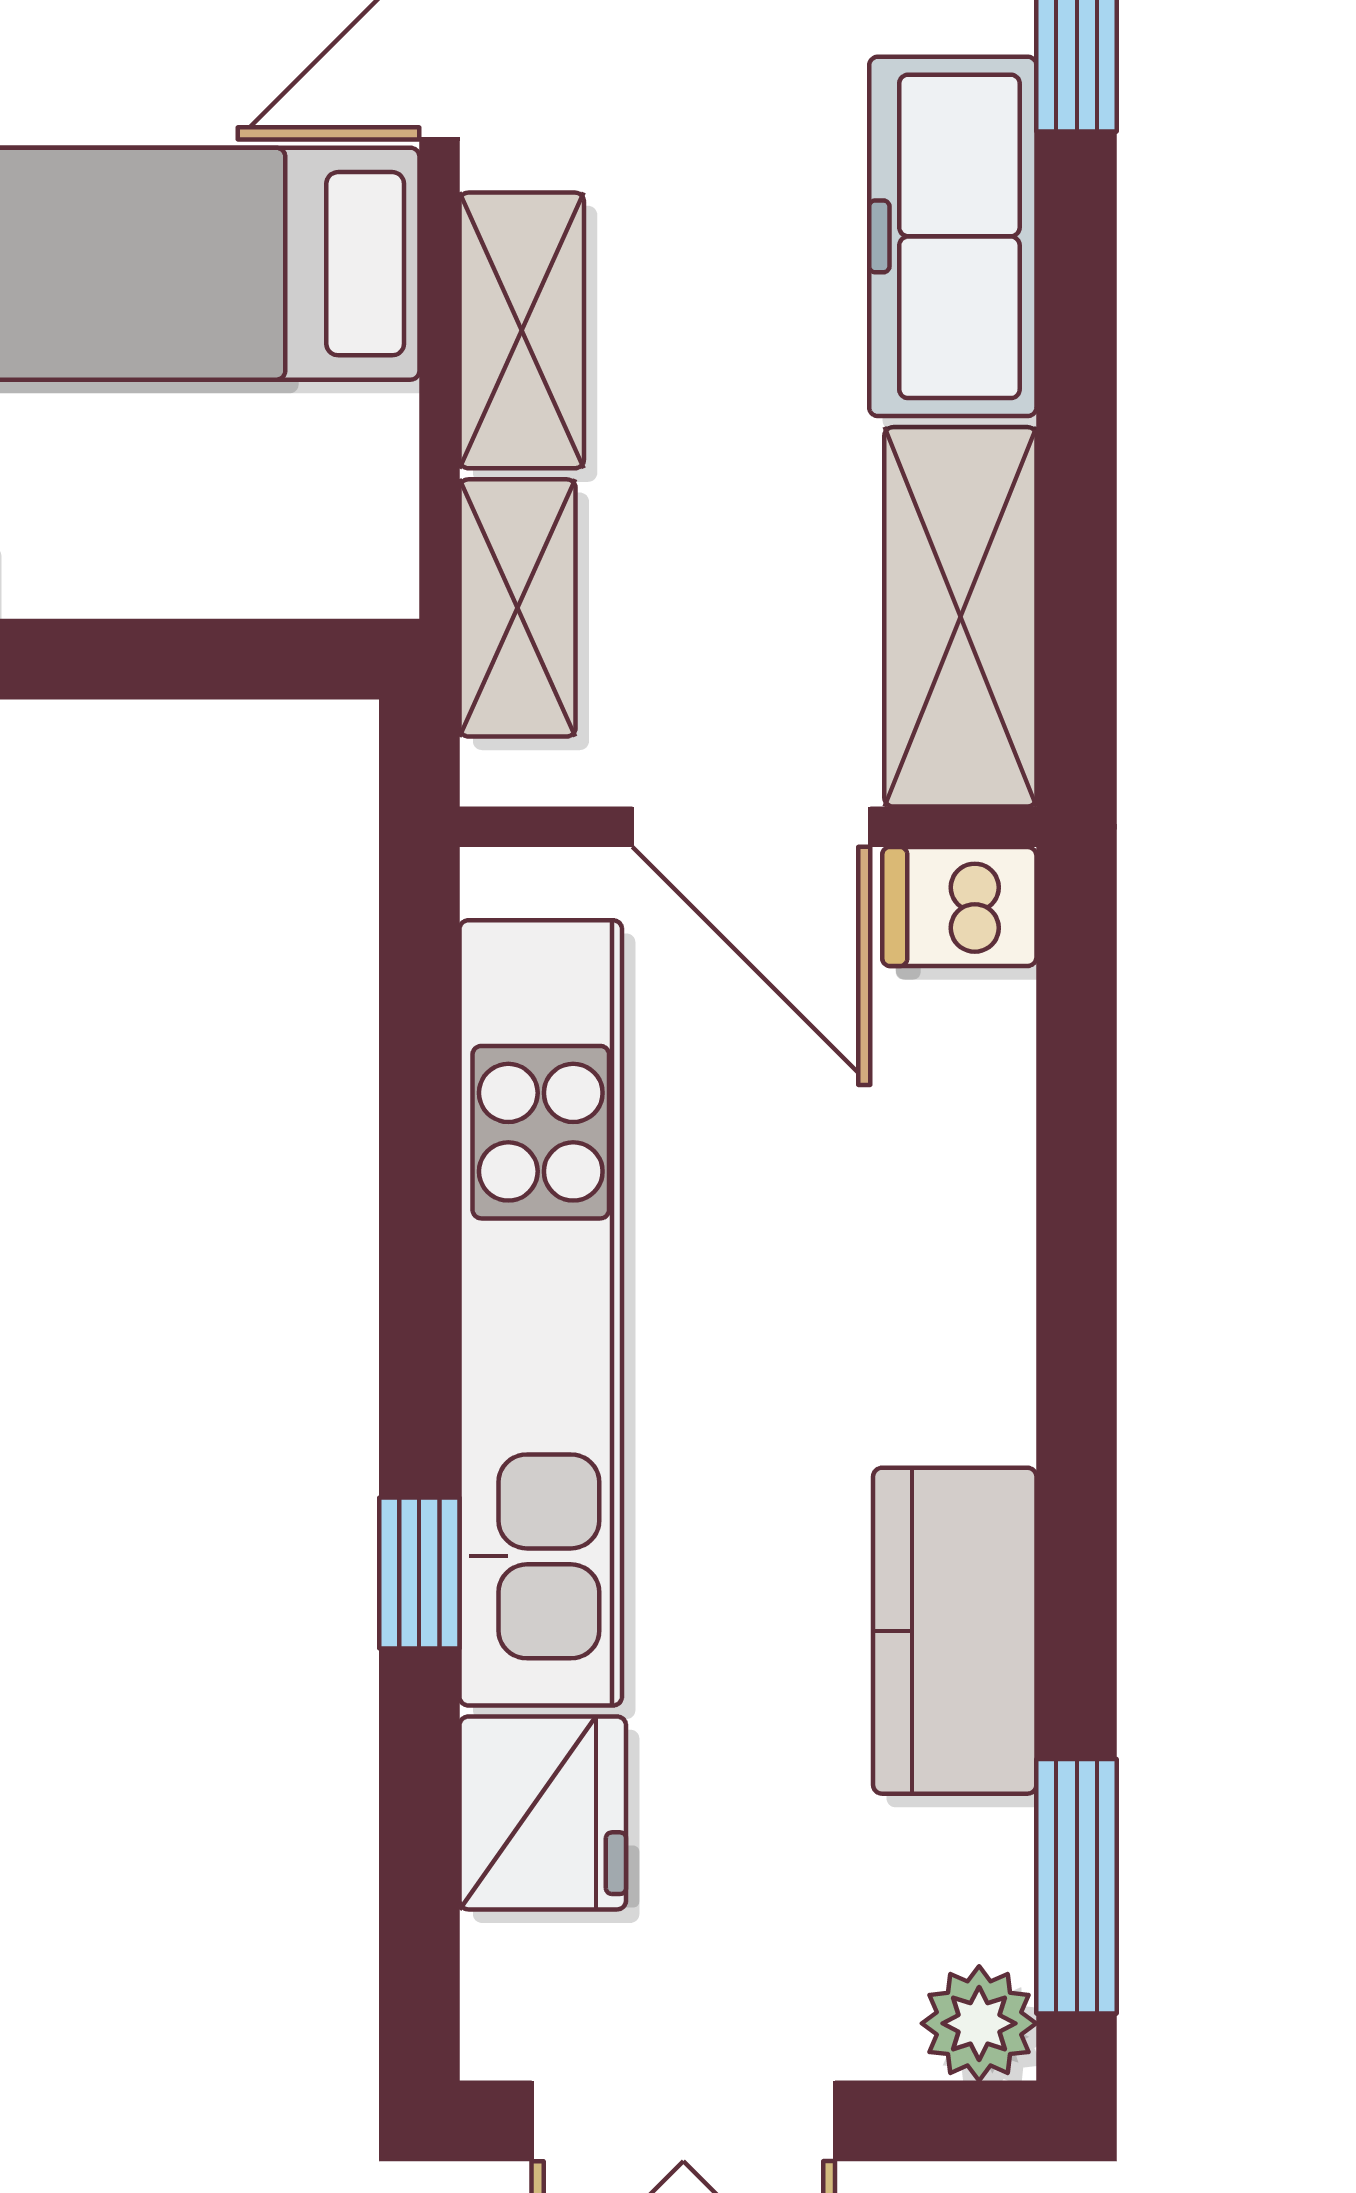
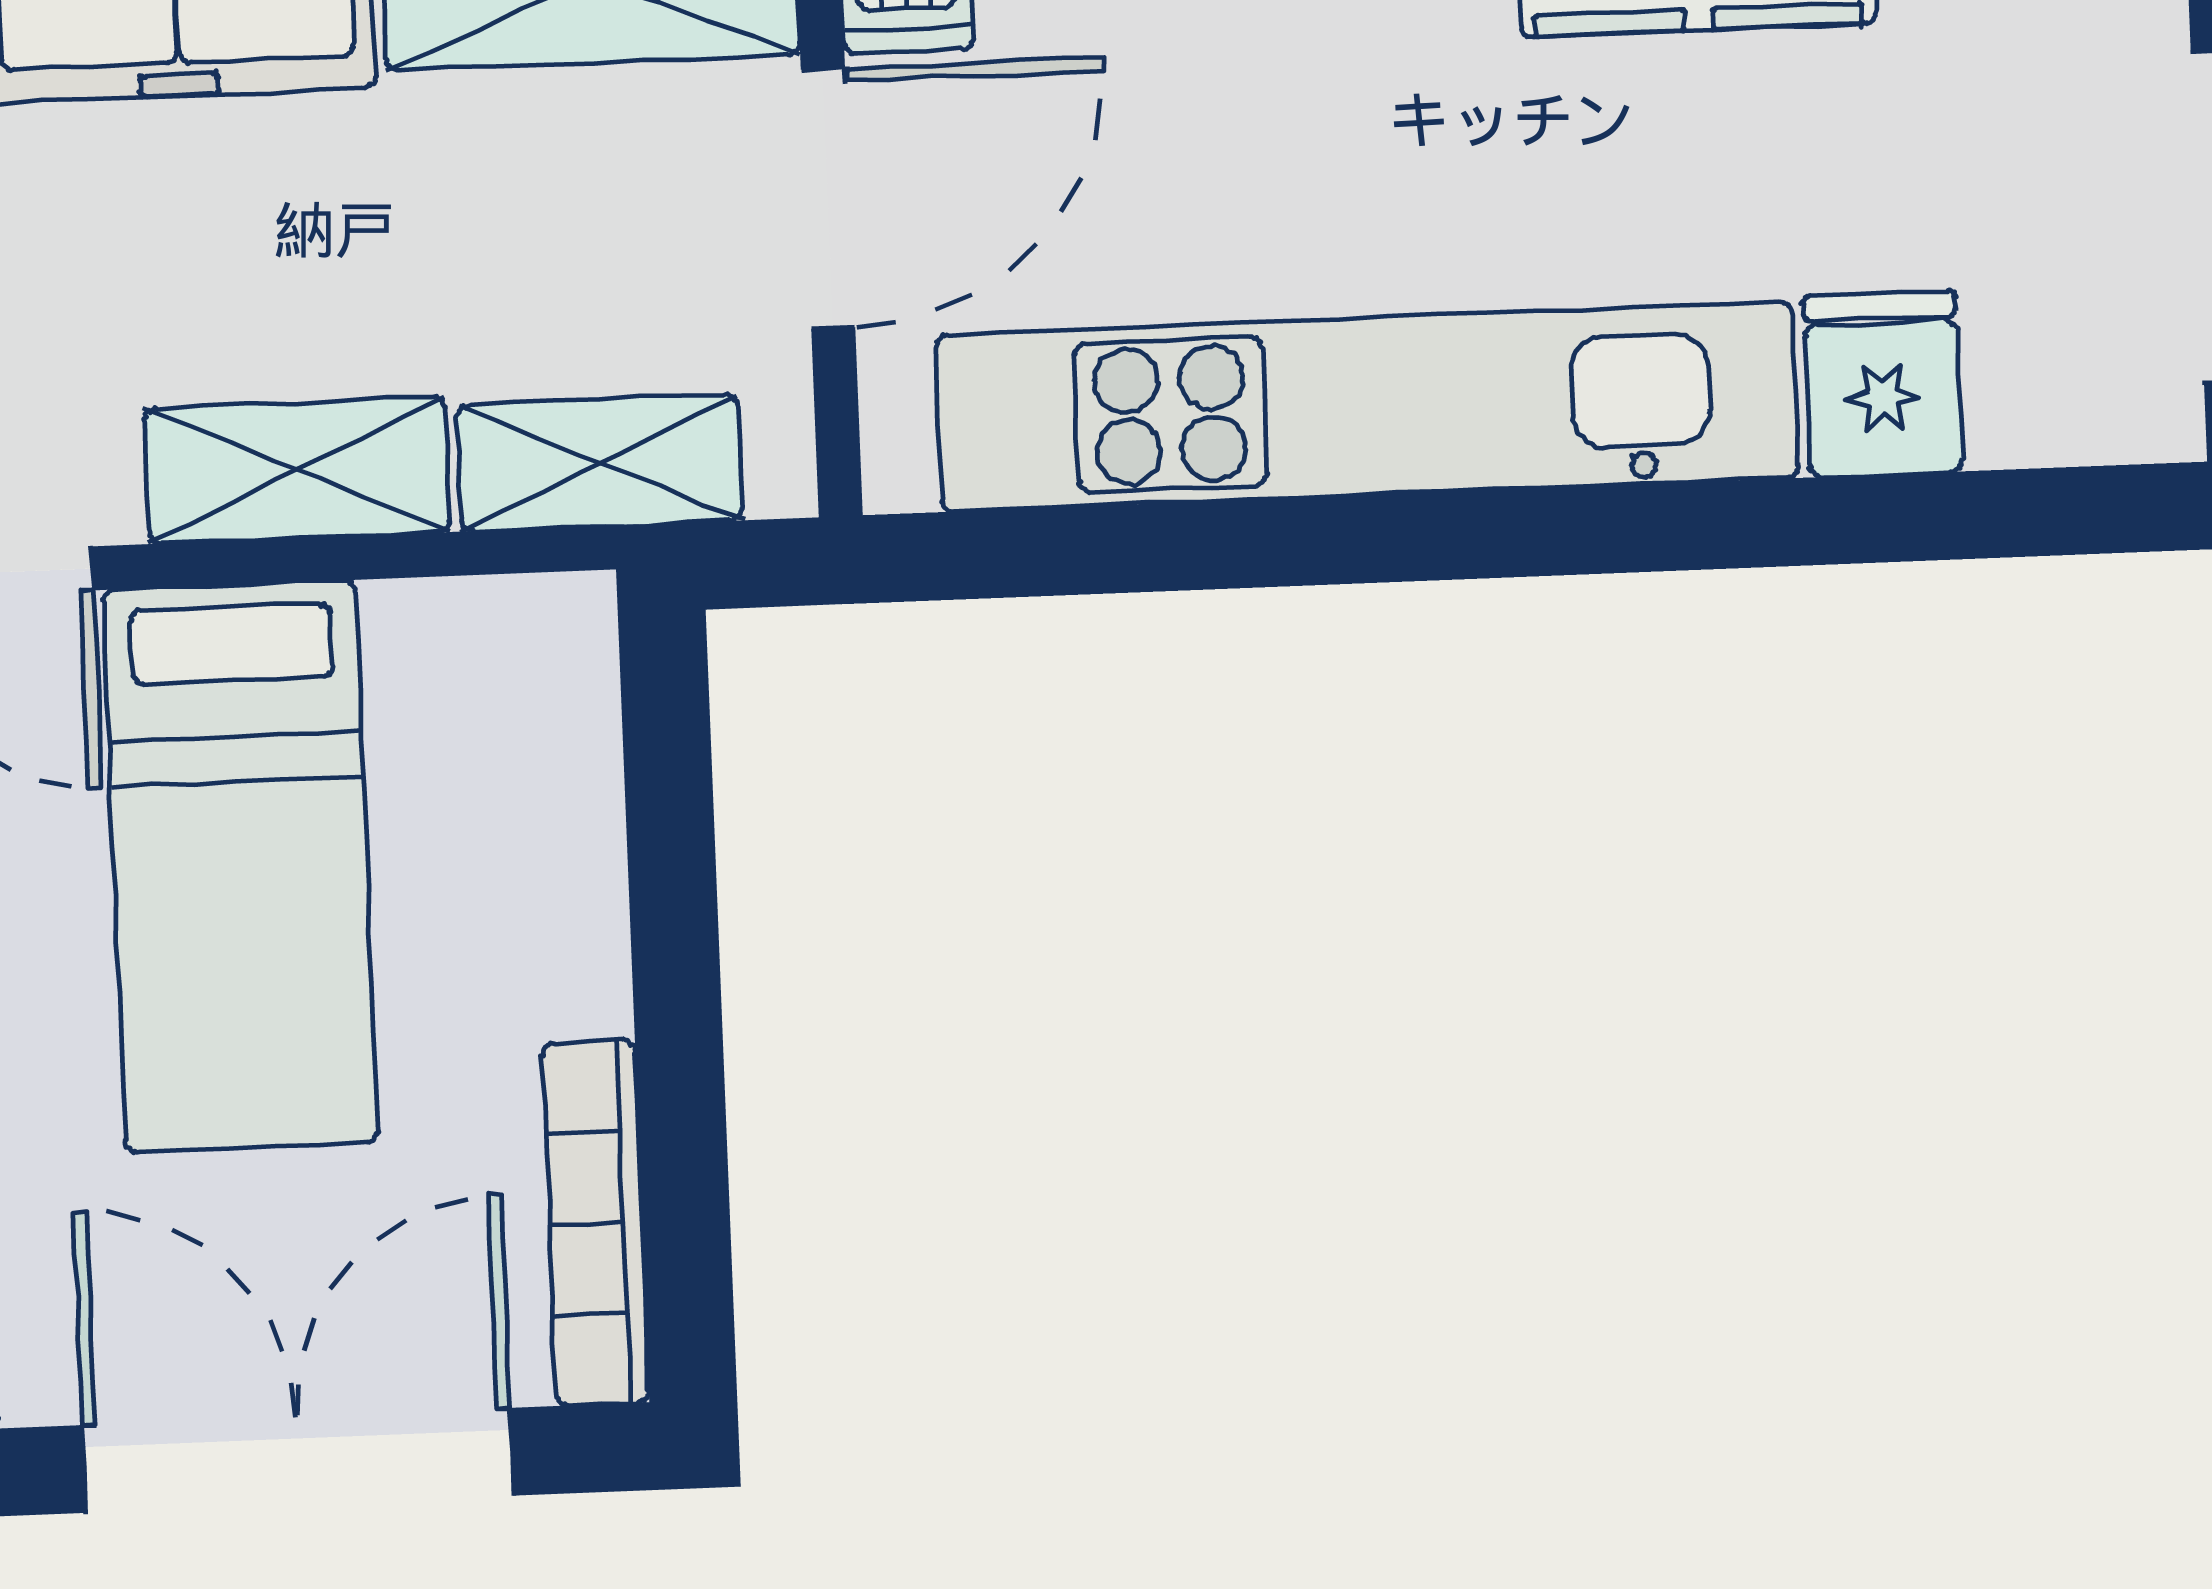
window: (419, 1573) -> (1656, 528), removed
fridge: (543, 1813) -> (1883, 384), width x0.72

